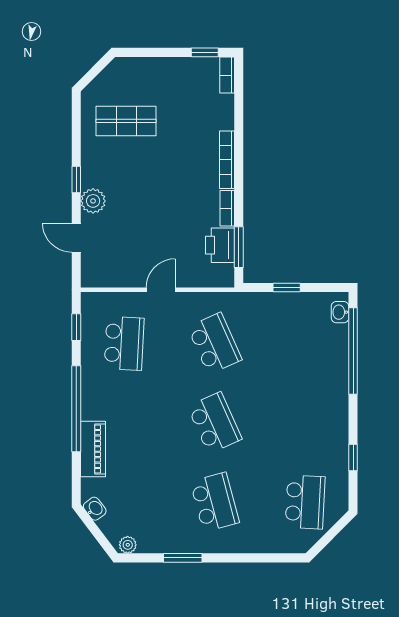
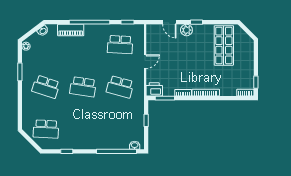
shop shelf: (126, 121) -> (224, 45), width x1.43, depth x1.36
door: (76, 238) -> (169, 22), swing flipped
printer: (220, 245) -> (154, 89), moved
door: (161, 290) -> (145, 62), hinge flipped
school desk: (215, 343) -> (120, 87), turned 39
school desk: (215, 423) -> (83, 87), turned 33
school desk: (215, 502) -> (46, 87), turned 33

